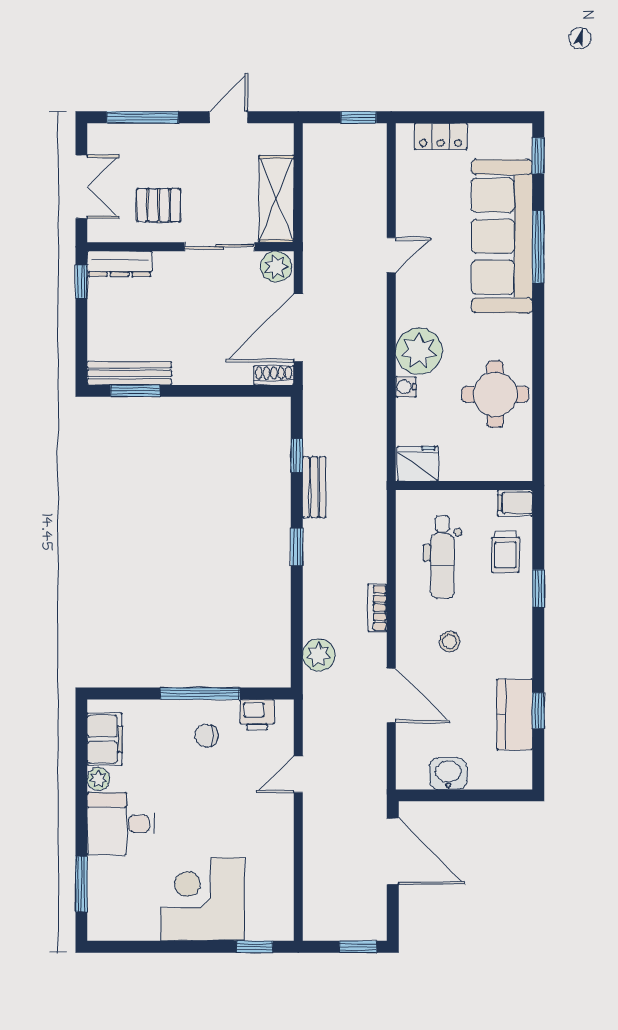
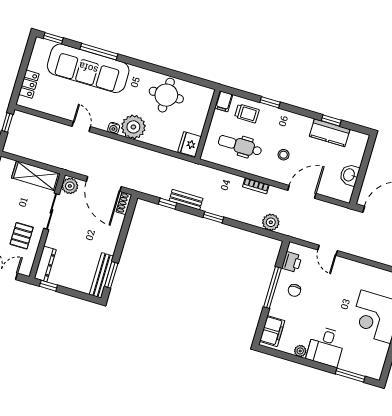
water cooler: (406, 387) -> (114, 128), moved
dental chair: (443, 557) -> (240, 146), turned 180
filing cabinet: (105, 739) -> (272, 331), moved, turned 90

